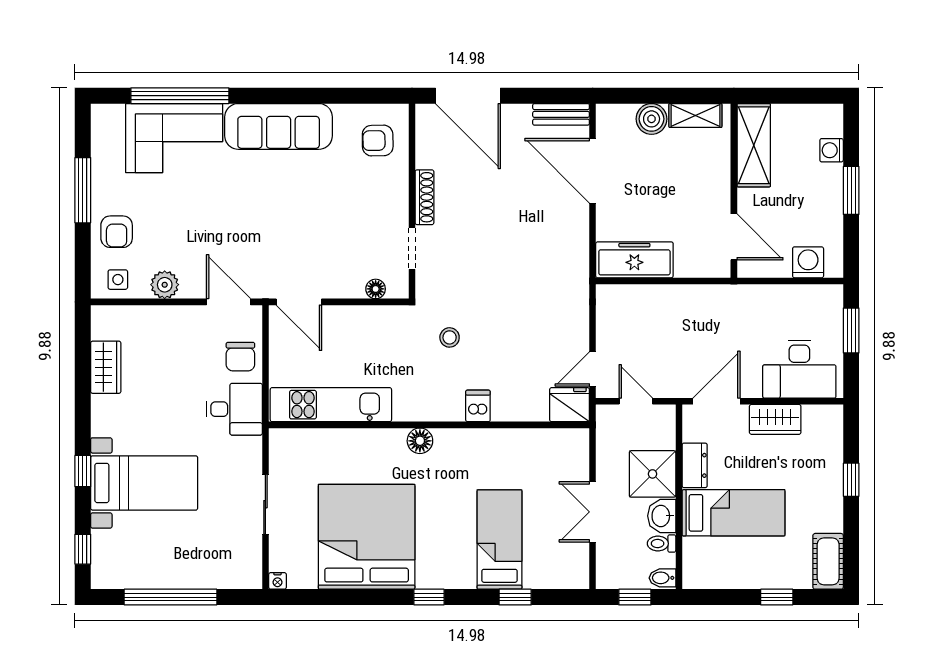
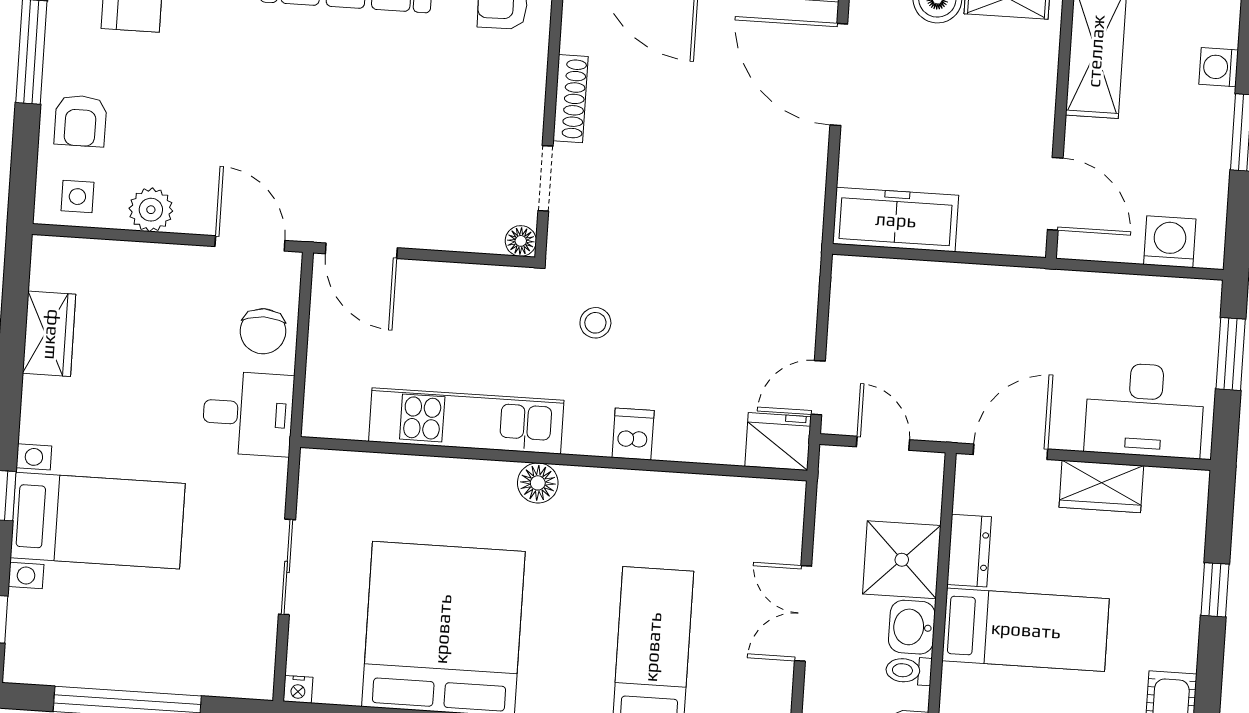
floor lamp: (376, 289) -> (521, 241), moved
kitchen unit: (331, 405) -> (466, 421), moved

